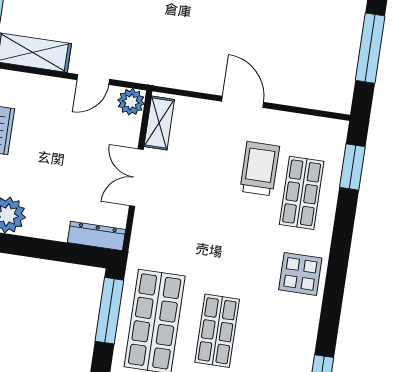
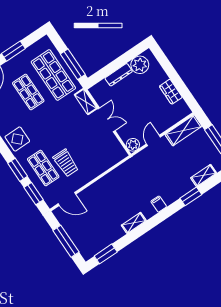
door: (243, 102) -> (67, 199), moved
shelving: (159, 123) -> (86, 102), moved
window: (343, 226) -> (18, 170), added
dresser: (96, 236) -> (119, 75), moved

